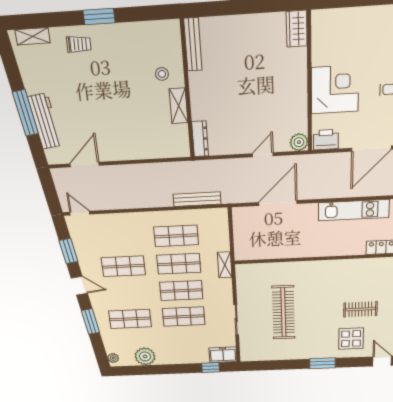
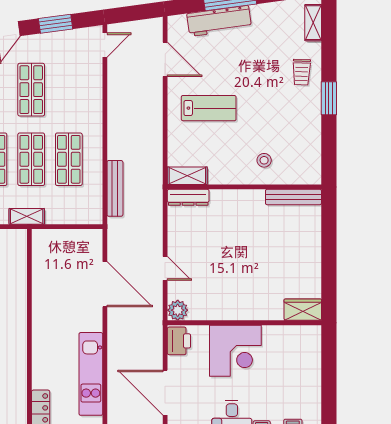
shelving: (179, 106) -> (187, 176), moved
lab bench: (121, 126) -> (209, 108), added

